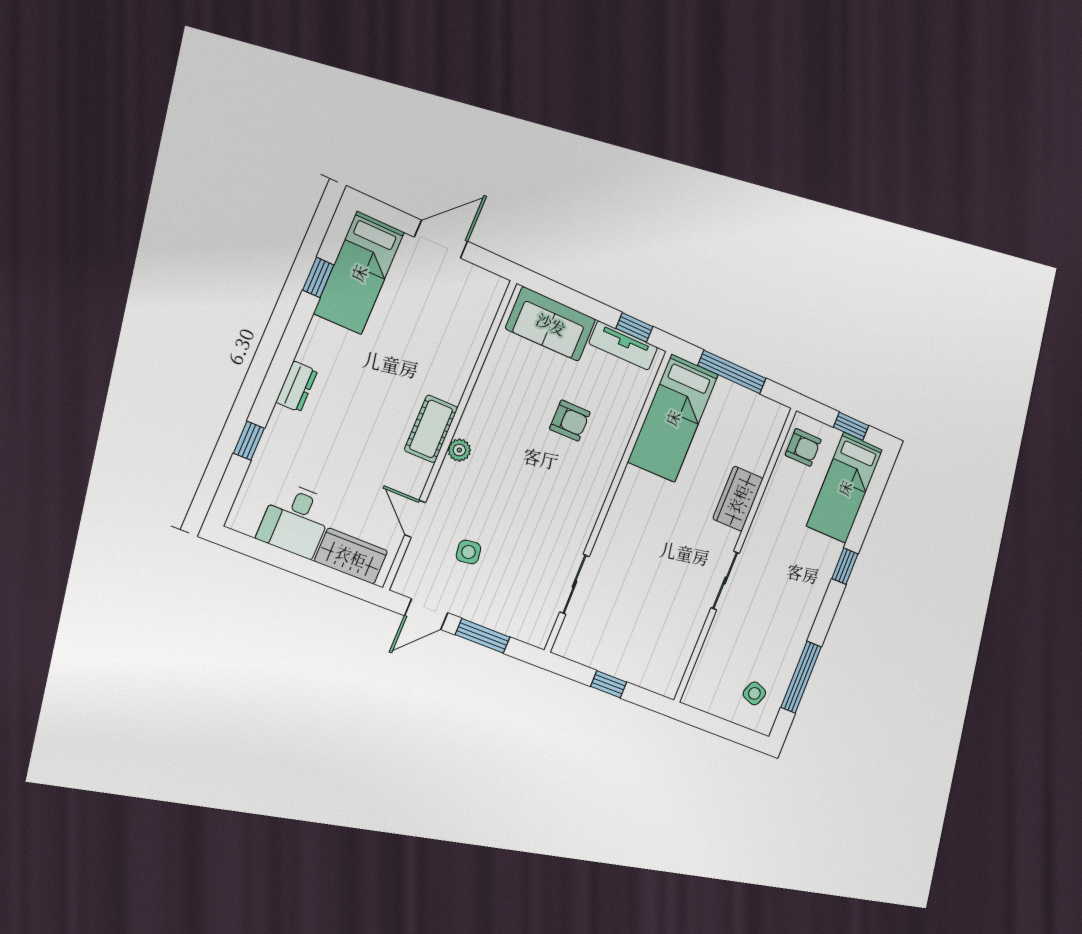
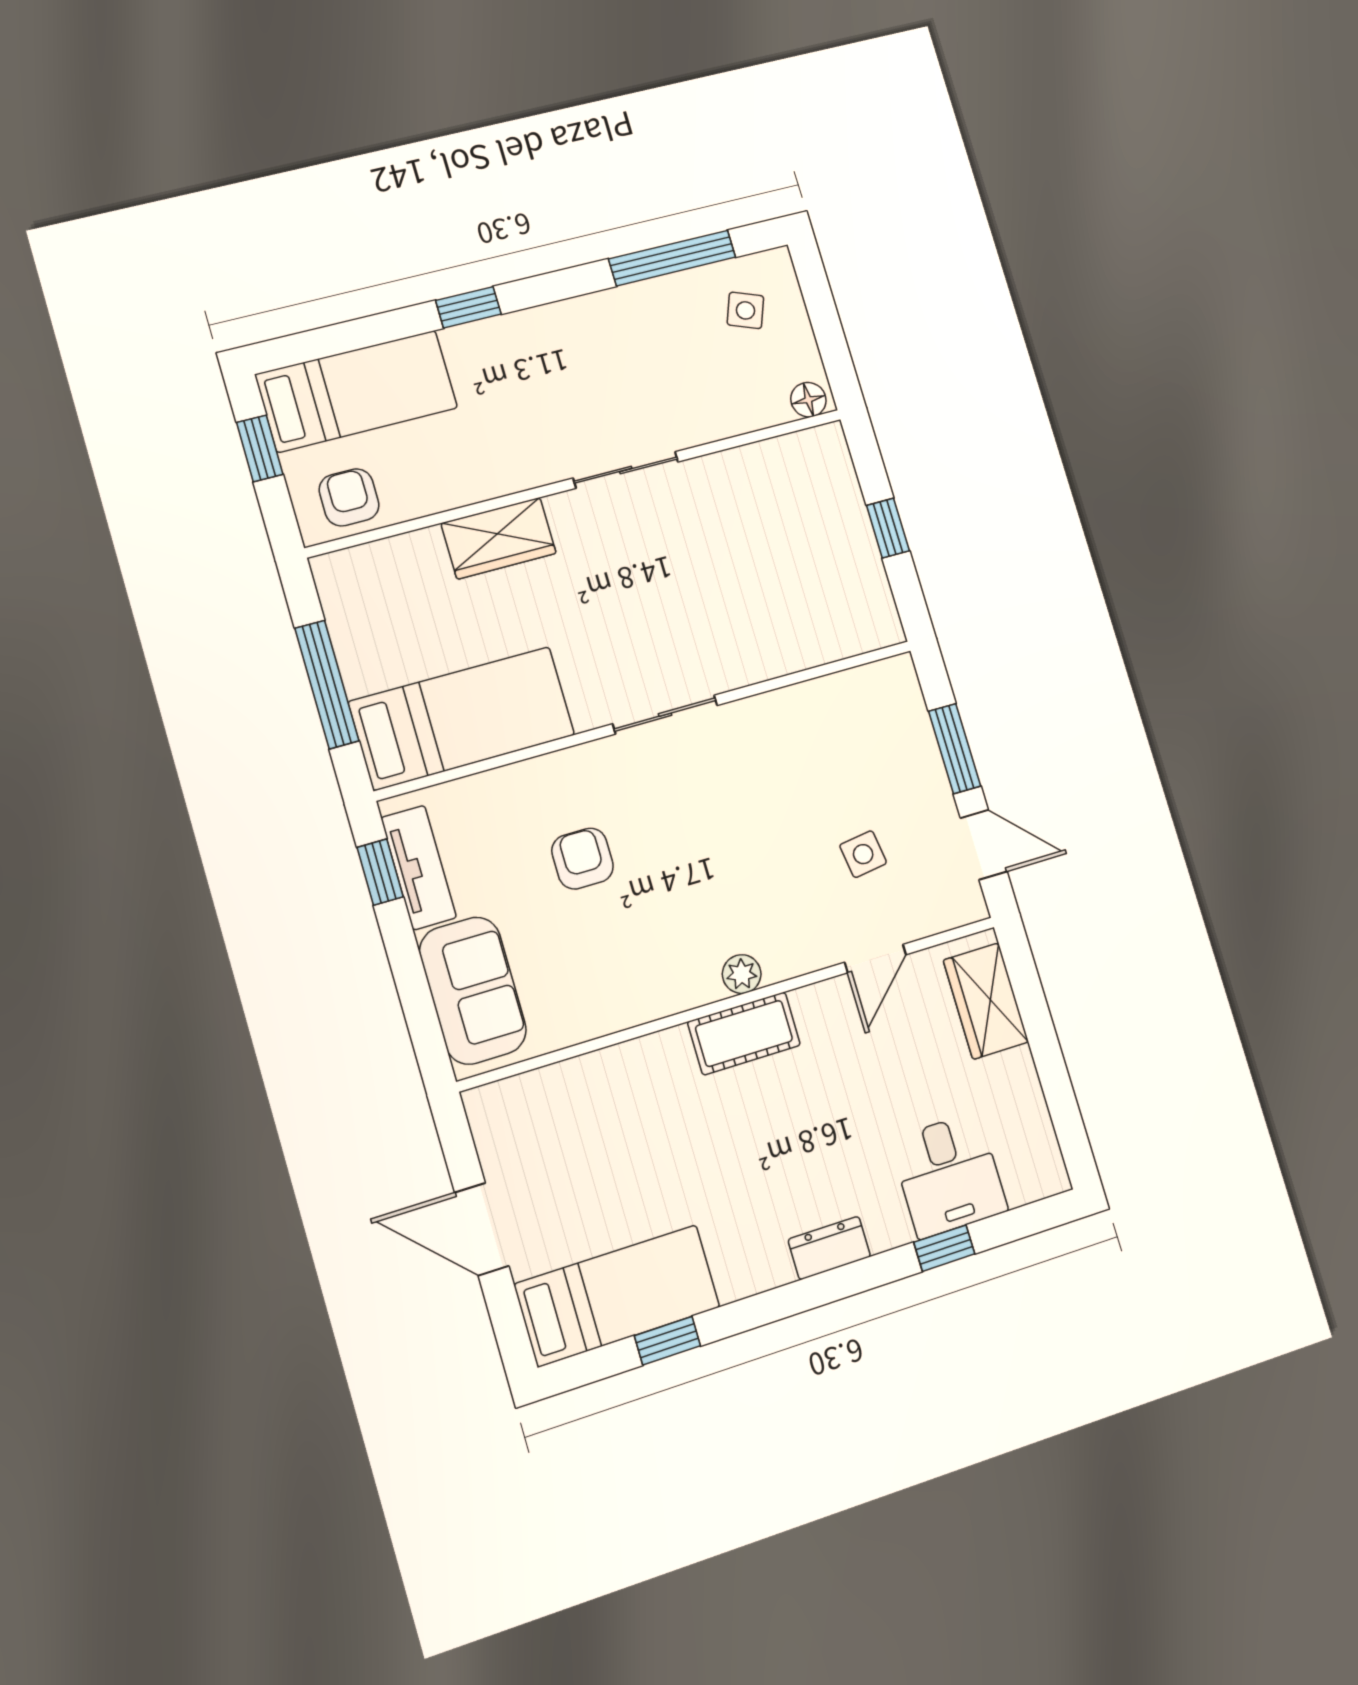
desk: (296, 520) -> (949, 1175), moved, turned 90
sliding door: (575, 584) -> (665, 715), moved
floor lamp: (694, 692) -> (808, 400), added

